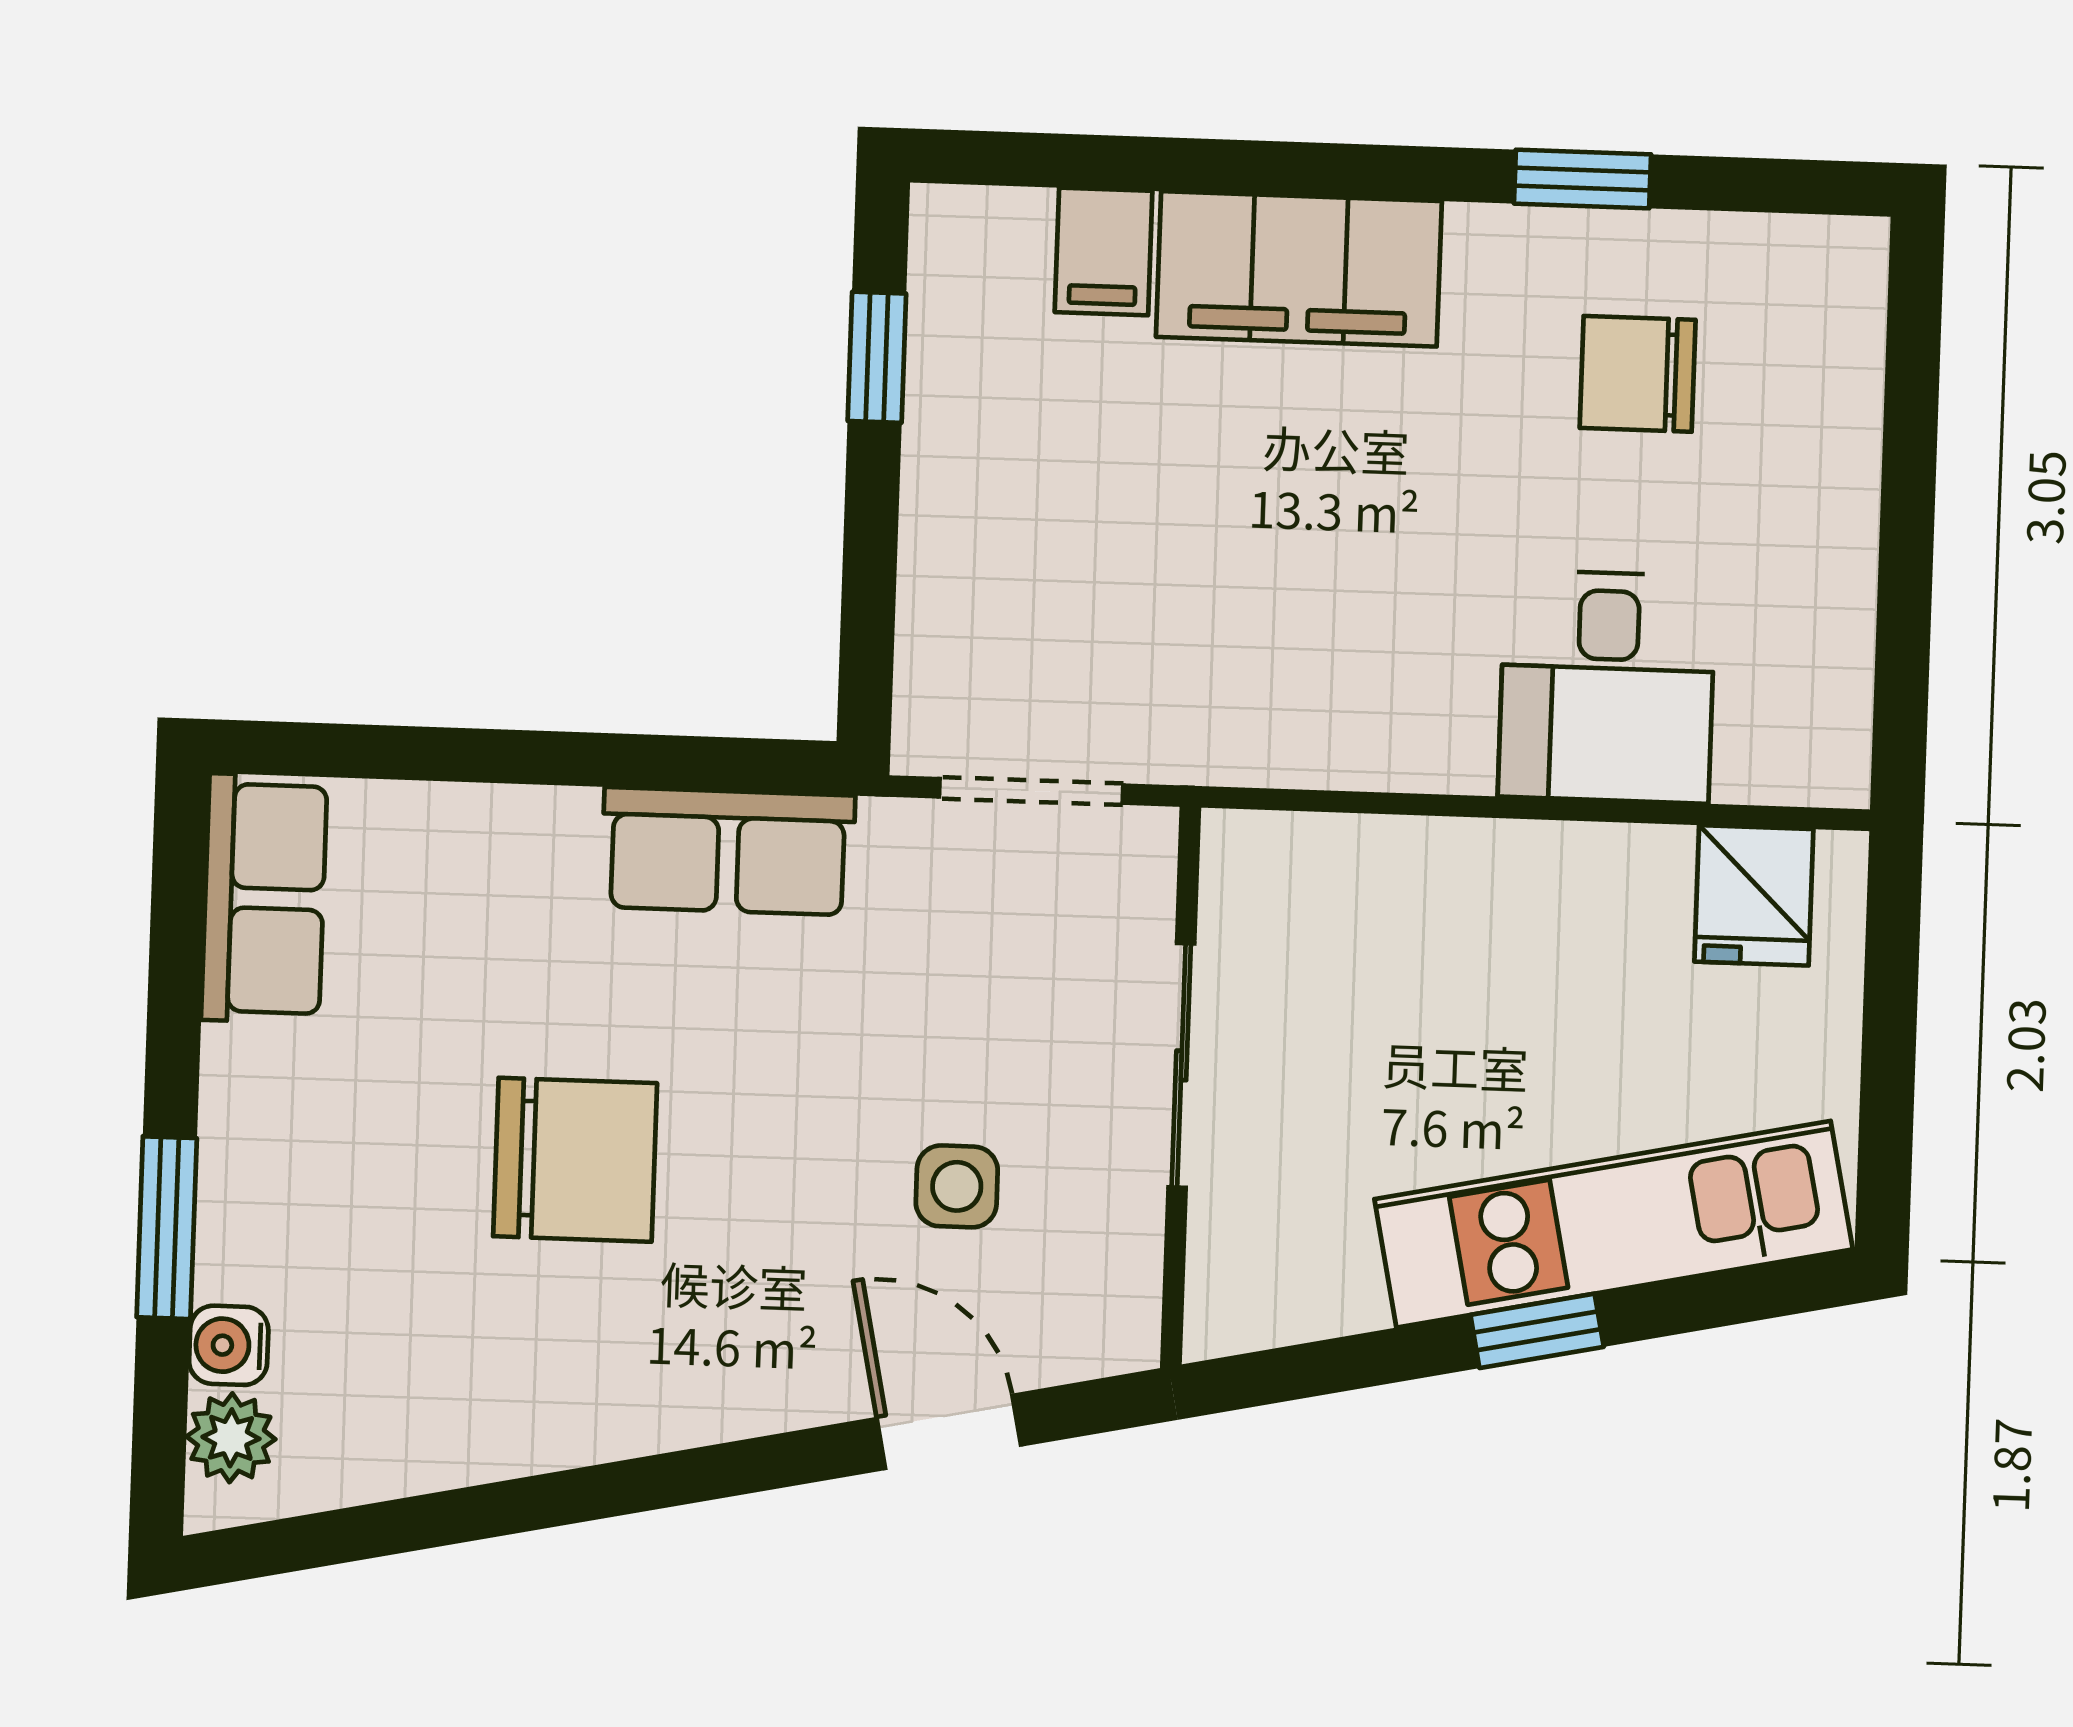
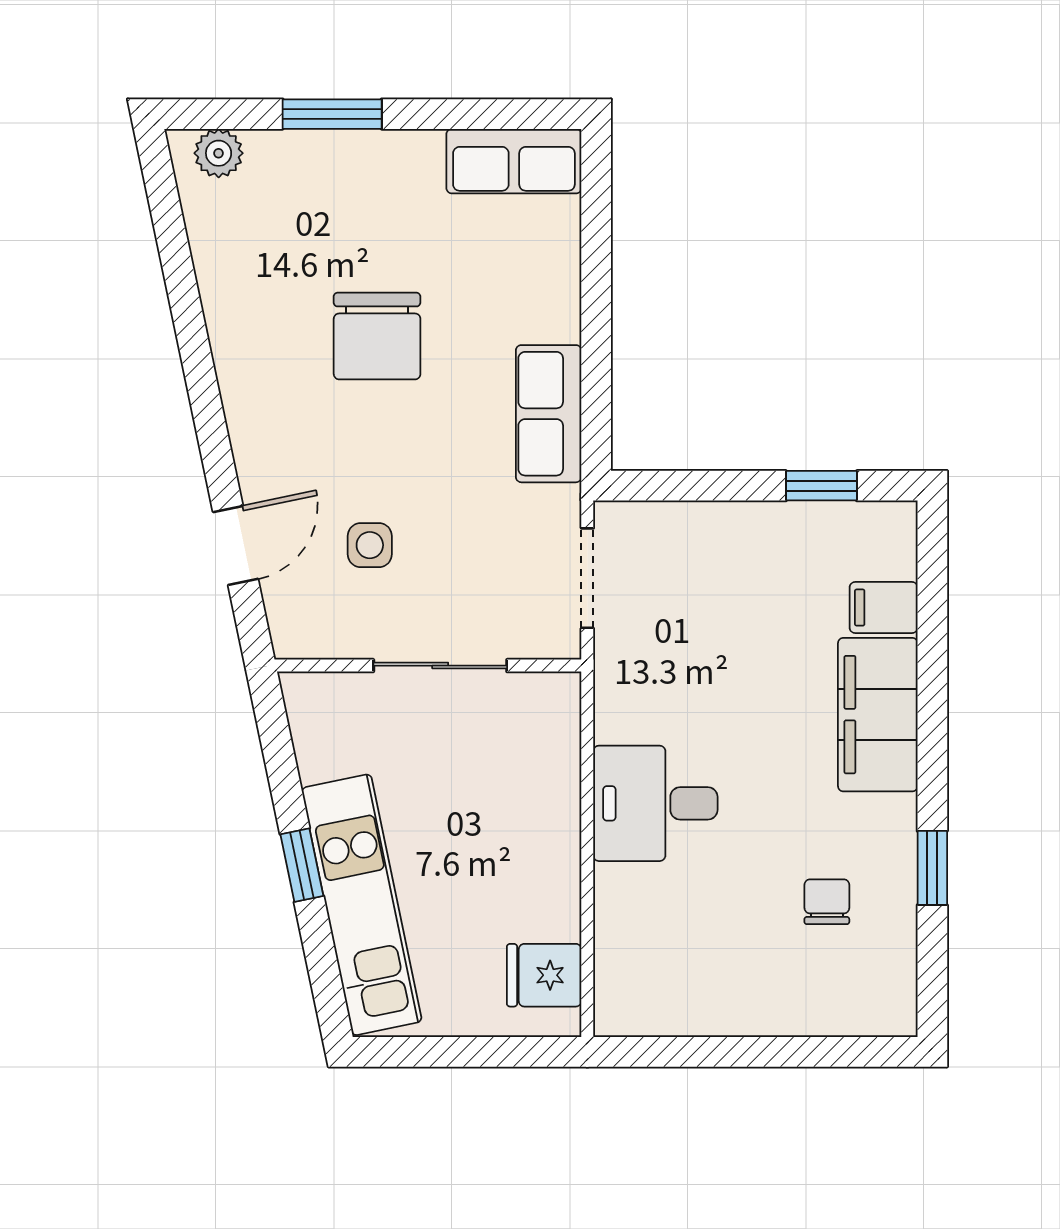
chair: (1638, 374) -> (827, 902), width x0.73, depth x0.73
desk: (1607, 687) -> (655, 803), moved
water cooler: (229, 1345) -> (269, 150), removed

